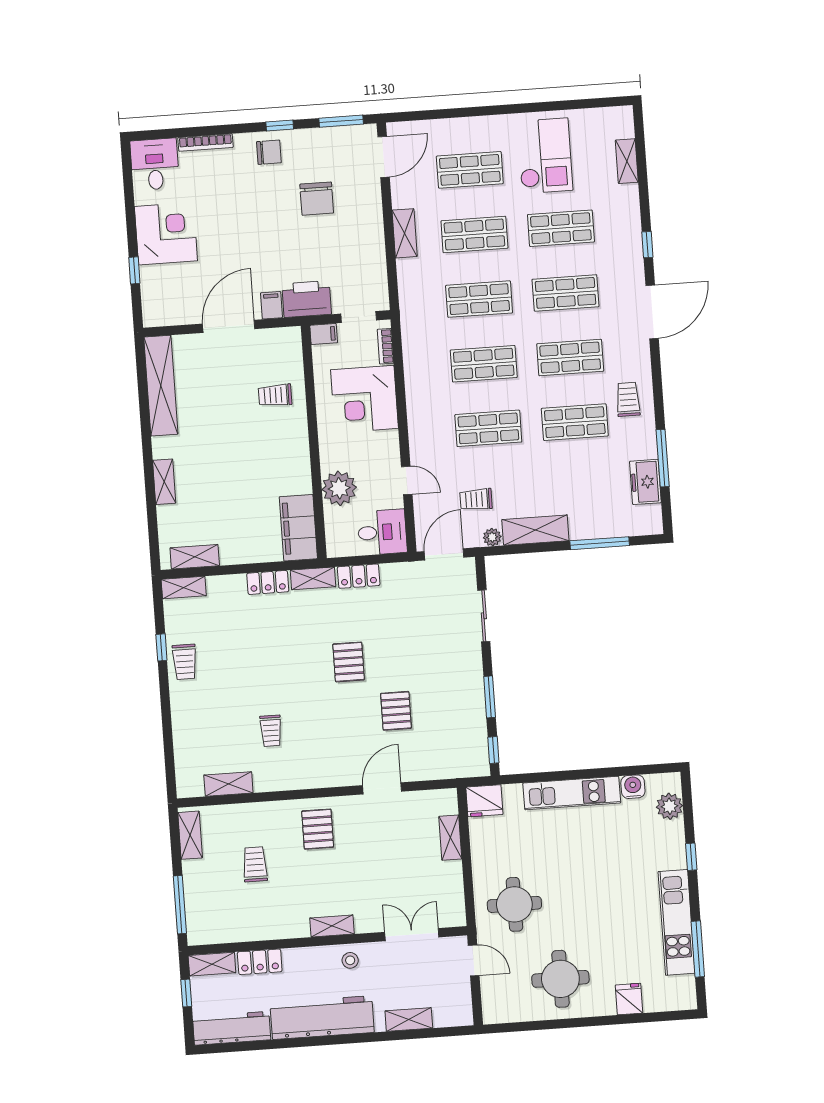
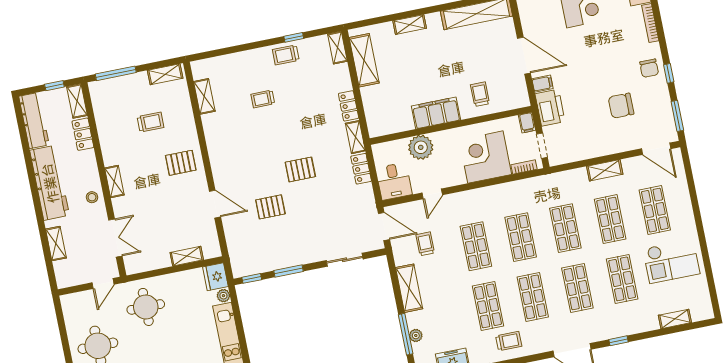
filing cabinet: (298, 528) -> (436, 113), moved
plant: (492, 537) -> (416, 335), moved
shelving: (195, 557) -> (364, 60), width x1.50, depth x1.33
trolley: (271, 731) -> (263, 99), moved
plant: (513, 793) -> (223, 296), added

